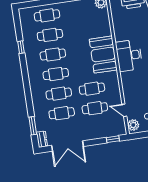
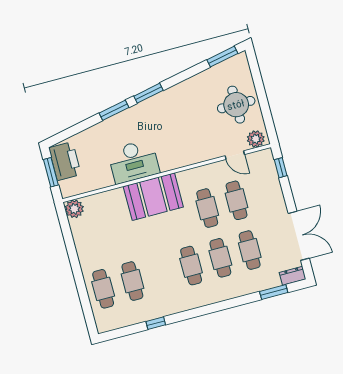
cafe table: (53, 54) -> (162, 273), removed
desk: (129, 55) -> (134, 161), moved
door: (124, 110) -> (235, 155), hinge flipped

